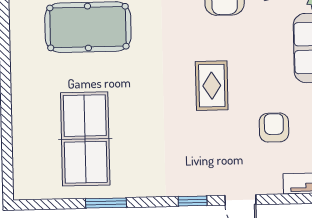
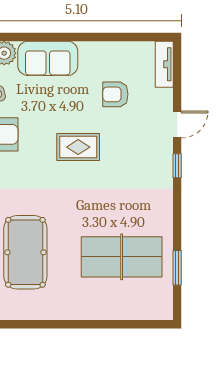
window: (106, 203) -> (177, 268), moved

